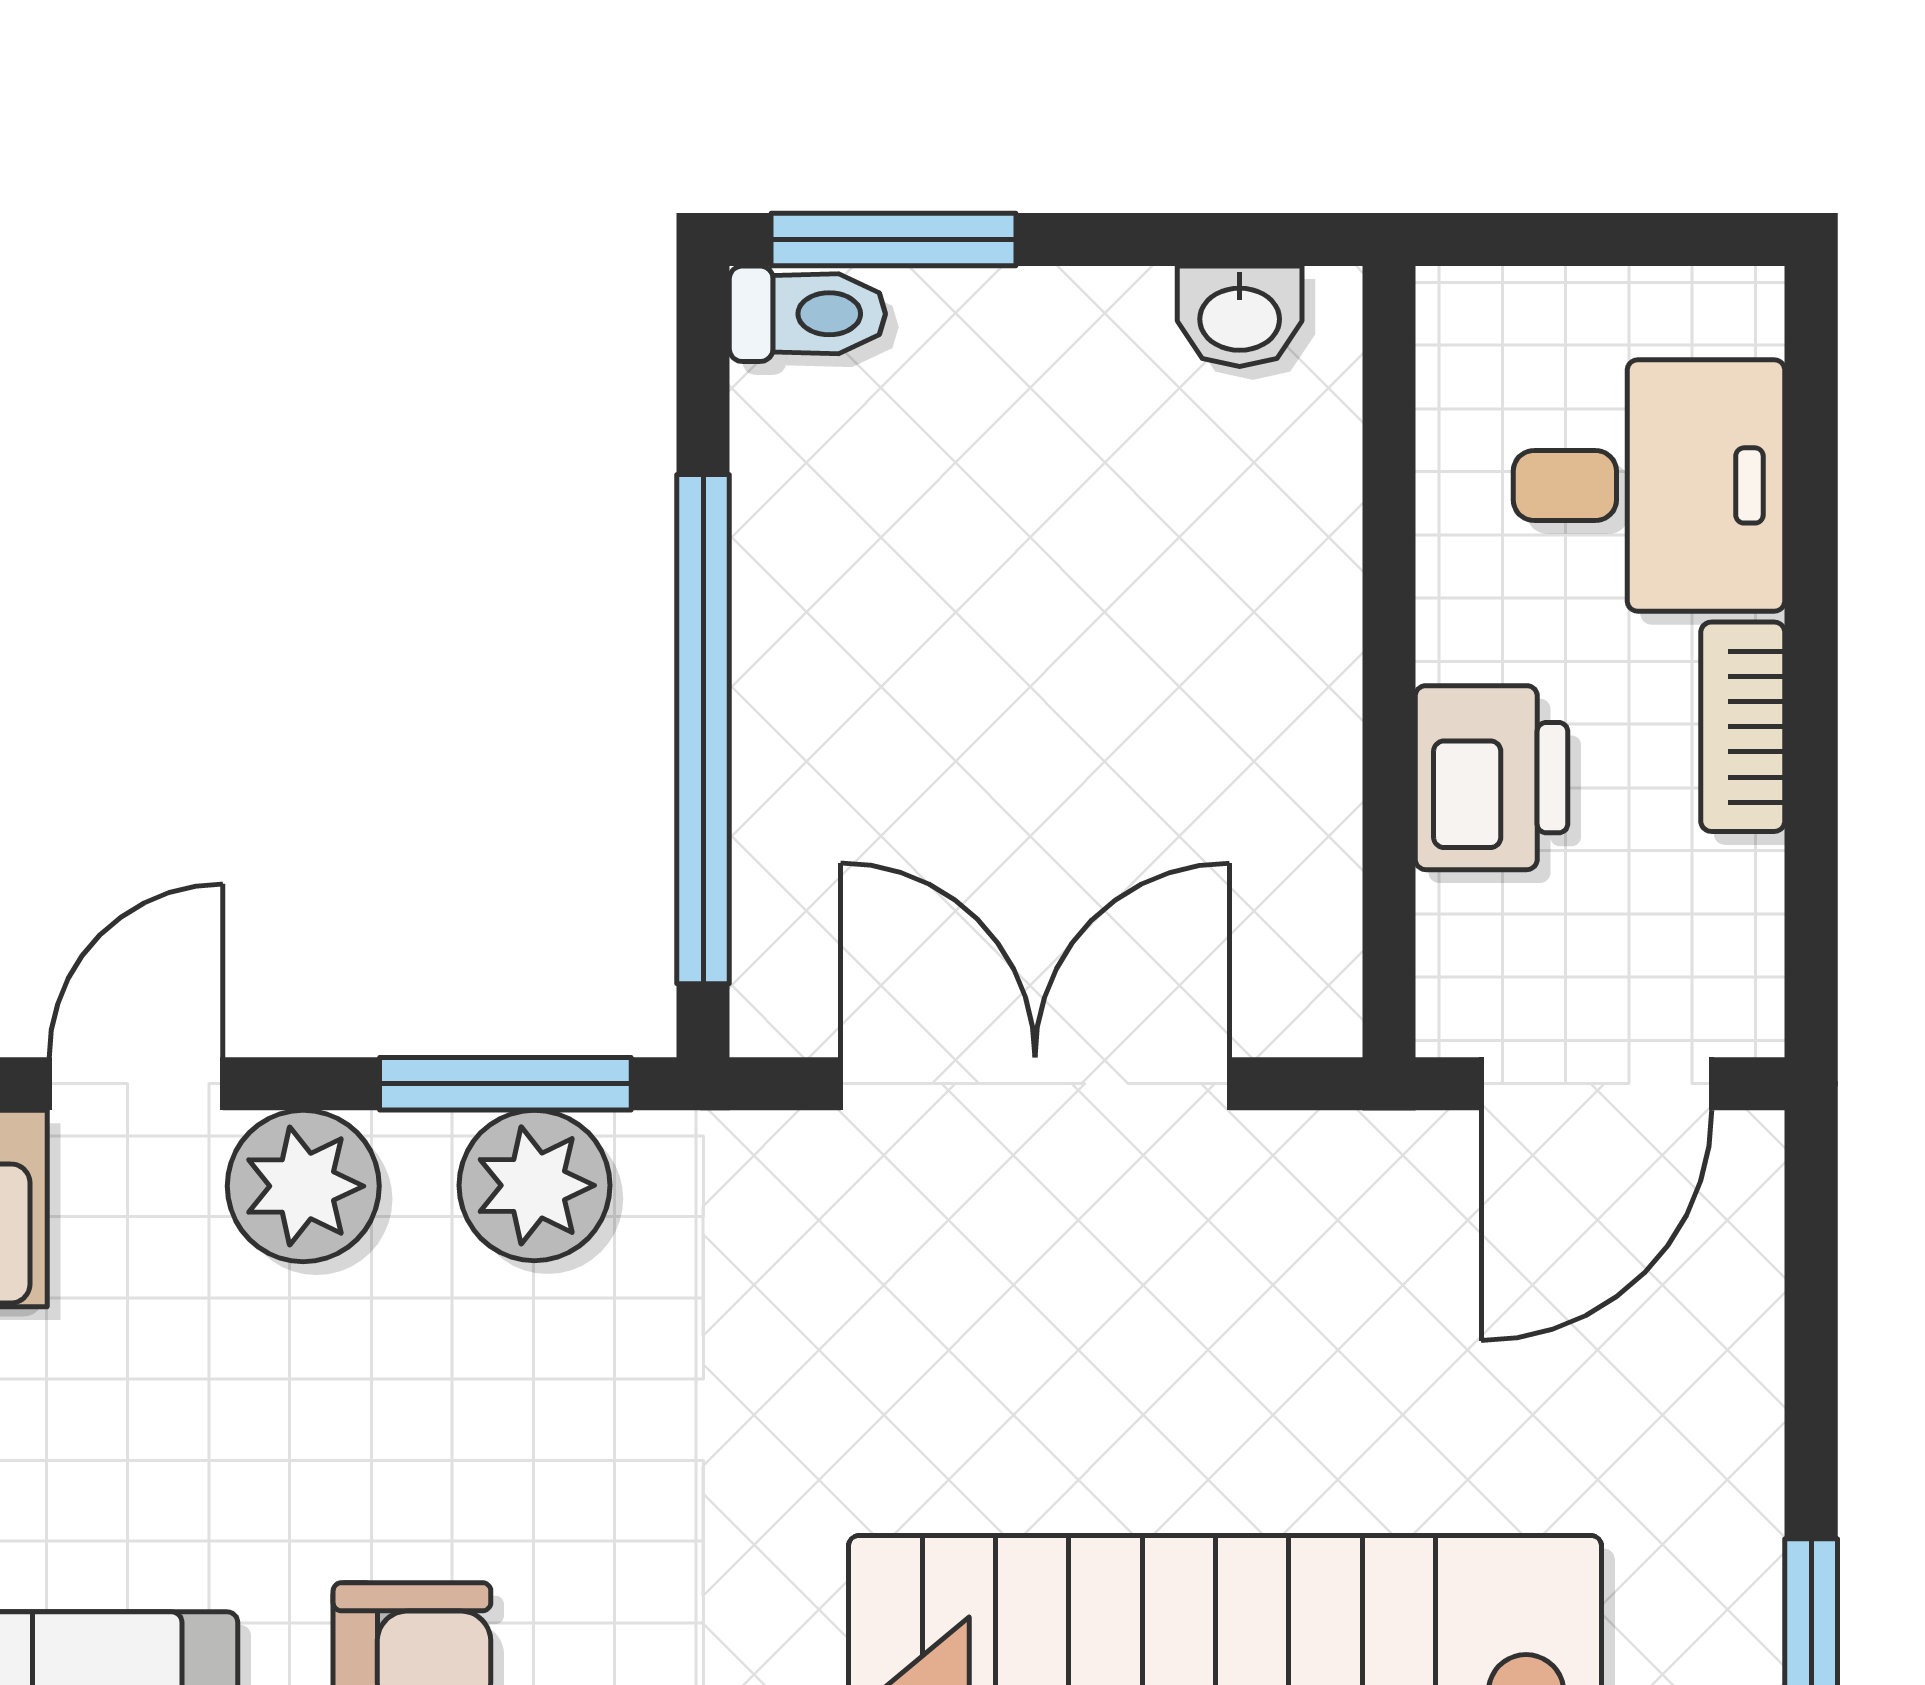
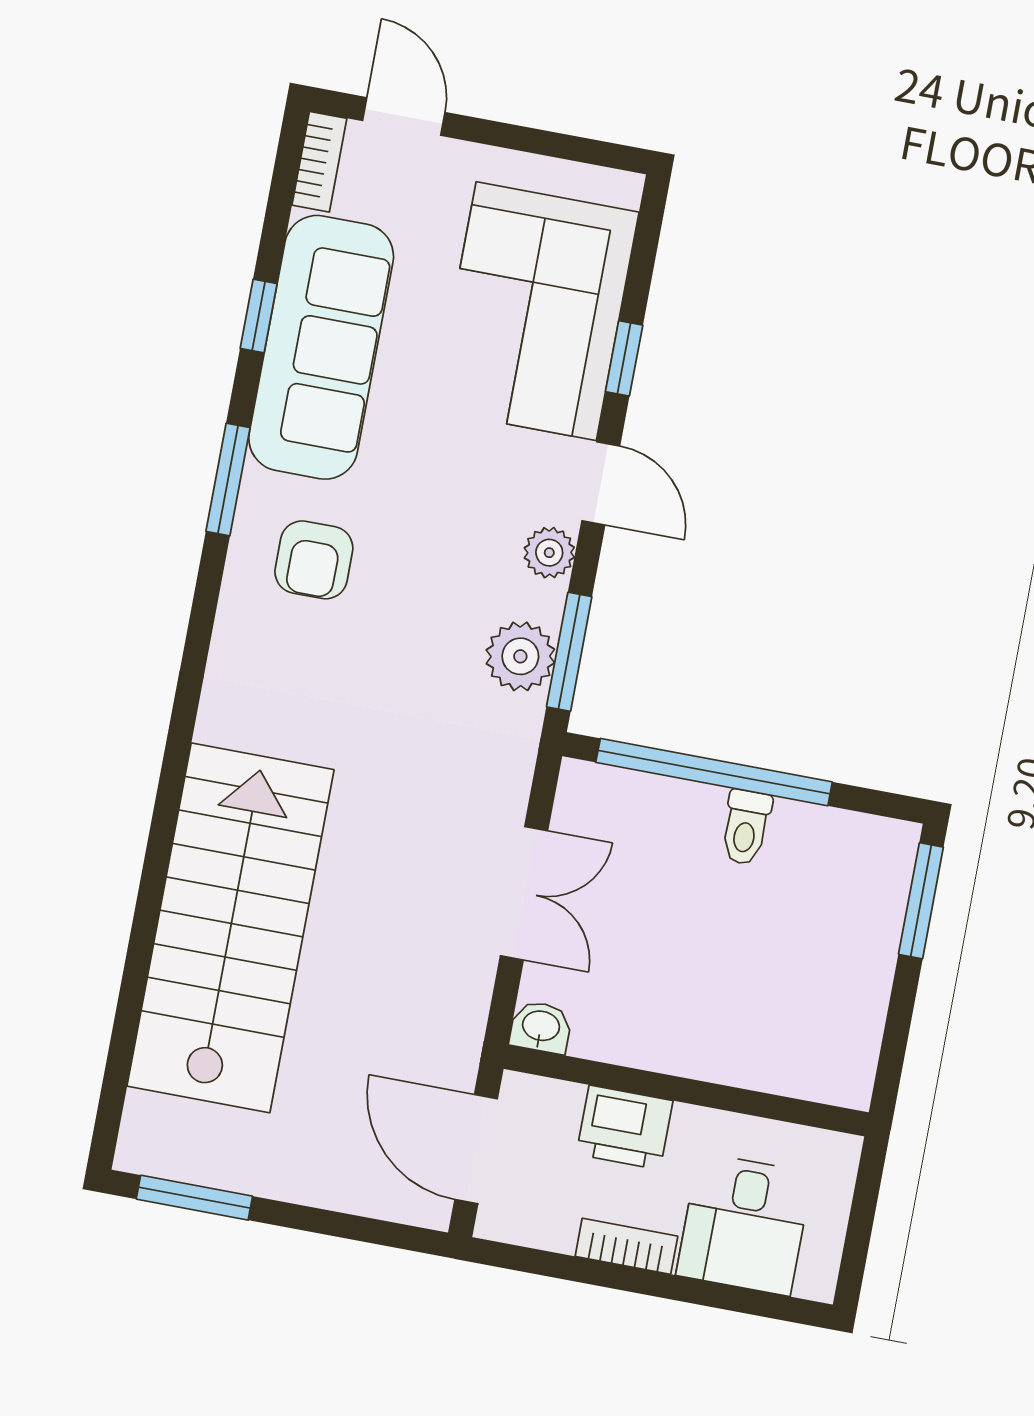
toilet: (807, 314) -> (746, 827), moved
washbasin: (1240, 316) -> (541, 1027), moved, turned 90
double door: (1035, 1084) -> (524, 893), width x0.73
plant: (303, 1186) -> (549, 553), width x0.73, depth x0.73

